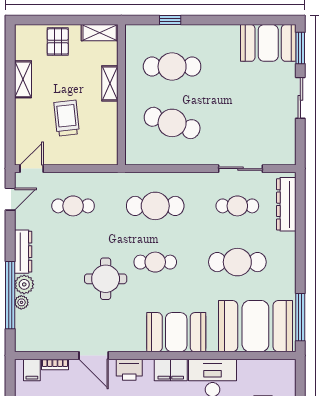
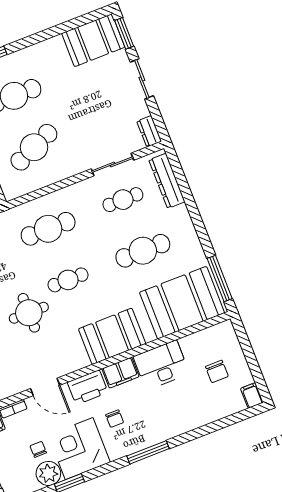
cafe table: (172, 123) -> (34, 147), turned -42
dresser: (288, 151) -> (149, 131), added
printer: (129, 370) -> (88, 387), width x1.37, depth x1.19

